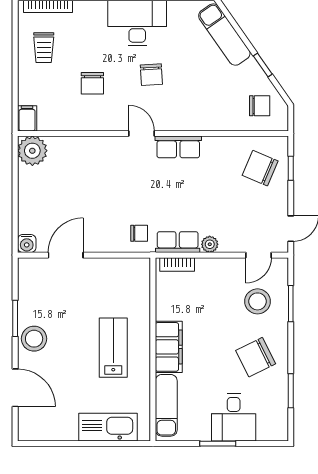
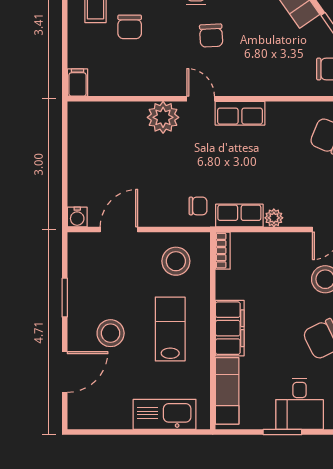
chair: (92, 83) -> (130, 27), moved
plant: (32, 151) -> (163, 117), moved
bookcase: (177, 264) -> (223, 251), moved, turned -90
stool: (119, 285) -> (176, 261), added
stool: (34, 339) -> (111, 333), moved
door: (15, 388) -> (65, 372), hinge flipped

